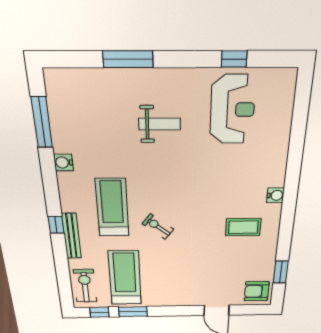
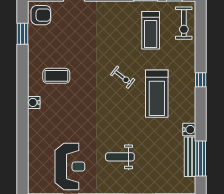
reception desk: (232, 110) -> (70, 167), turned 180
bench: (71, 236) -> (190, 157), moved
treadmill: (125, 278) -> (151, 30), width x0.73, depth x0.73

